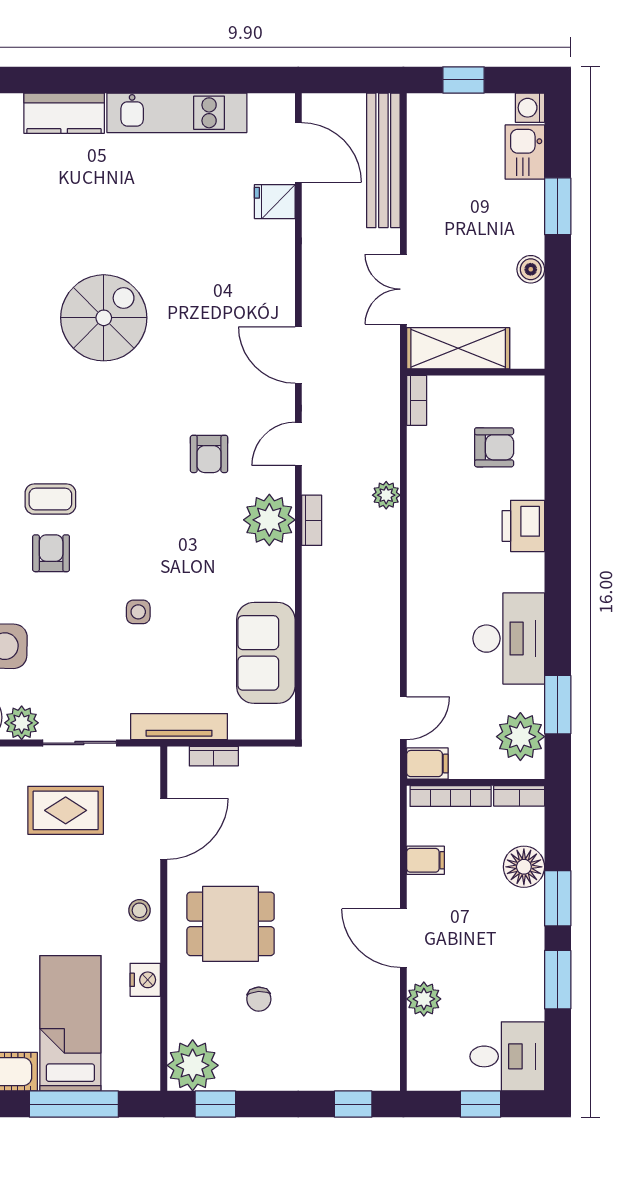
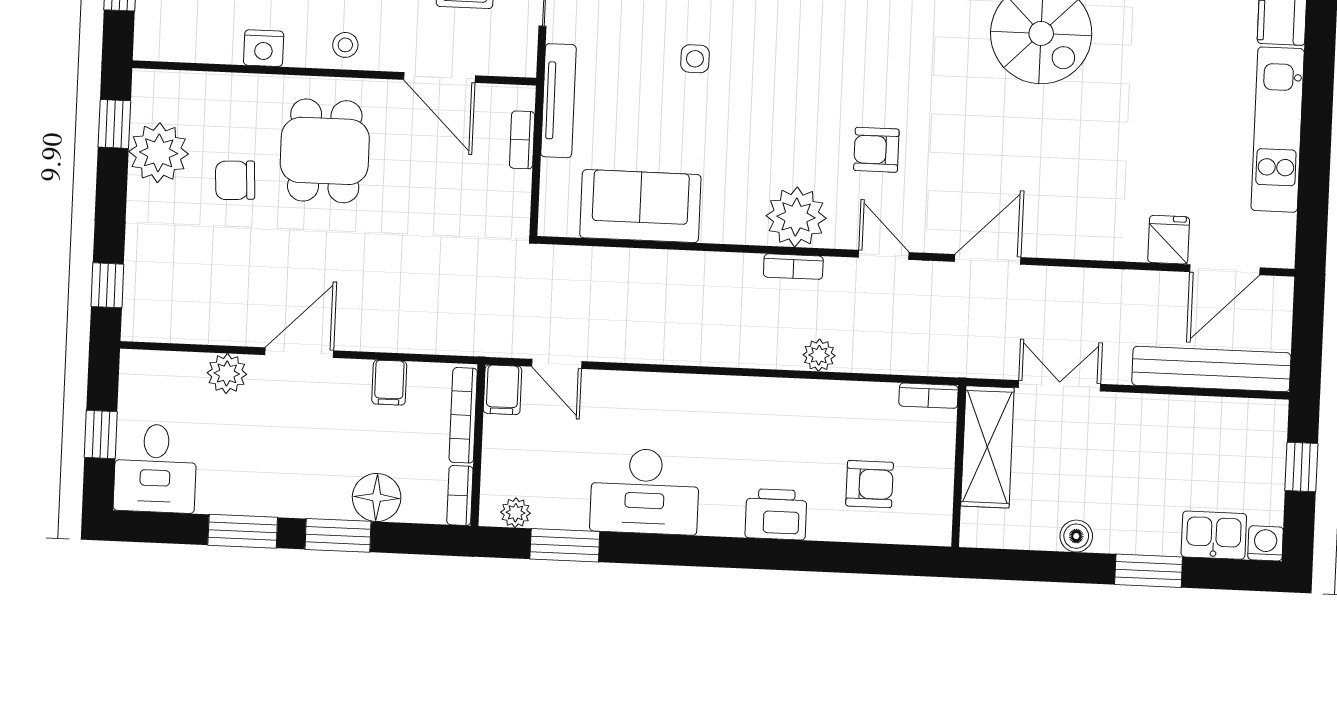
armchair: (494, 447) -> (870, 484), turned -90
plant: (520, 737) -> (516, 513), width x0.53, depth x0.53
chair: (259, 999) -> (235, 180), width x1.37, depth x1.37
plant: (193, 1065) -> (159, 153), moved

